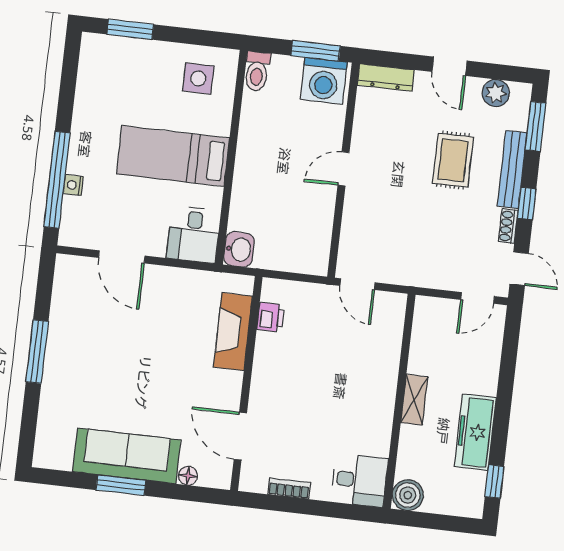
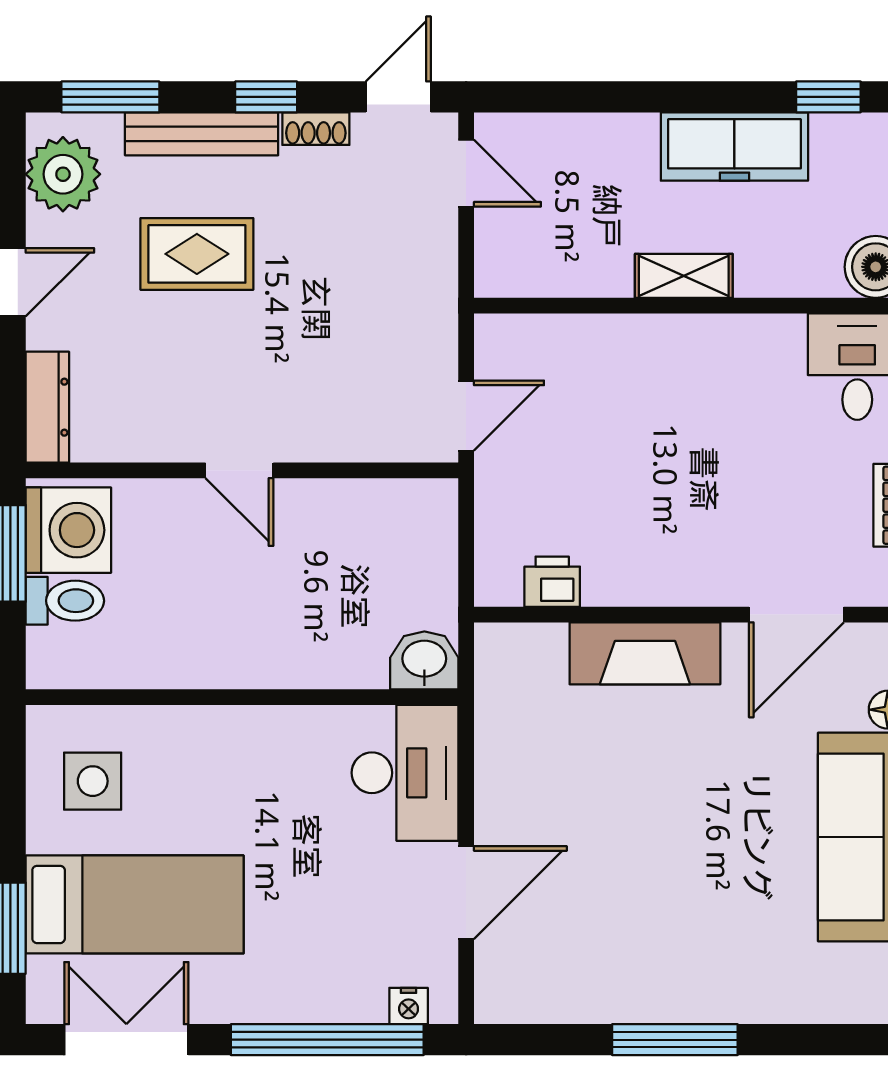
toilet: (257, 71) -> (65, 601), moved
double door: (68, 80) -> (126, 1040), added
plant: (496, 93) -> (63, 174), width x1.36, depth x1.36
bed: (173, 156) -> (135, 904), moved, turned -90
nightstand: (73, 185) -> (409, 1006), moved
desk: (194, 234) -> (405, 773), width x1.37
fireplace: (233, 332) -> (645, 653), moved

